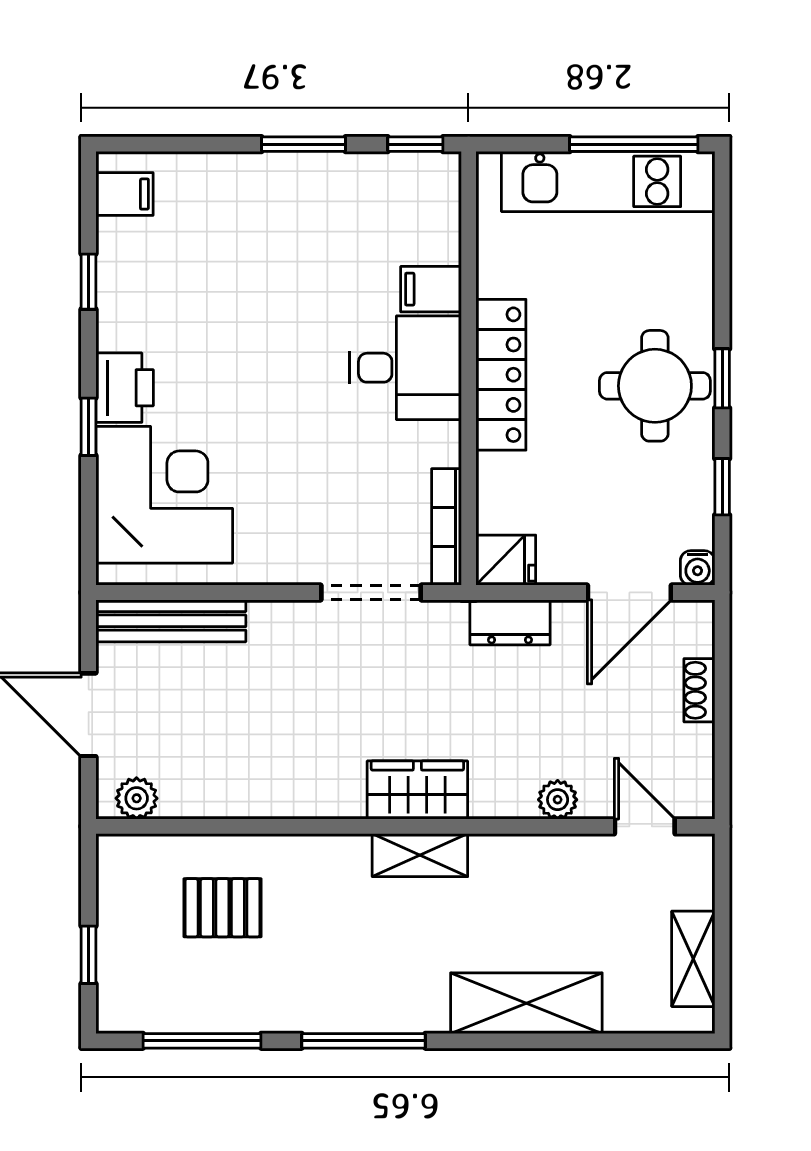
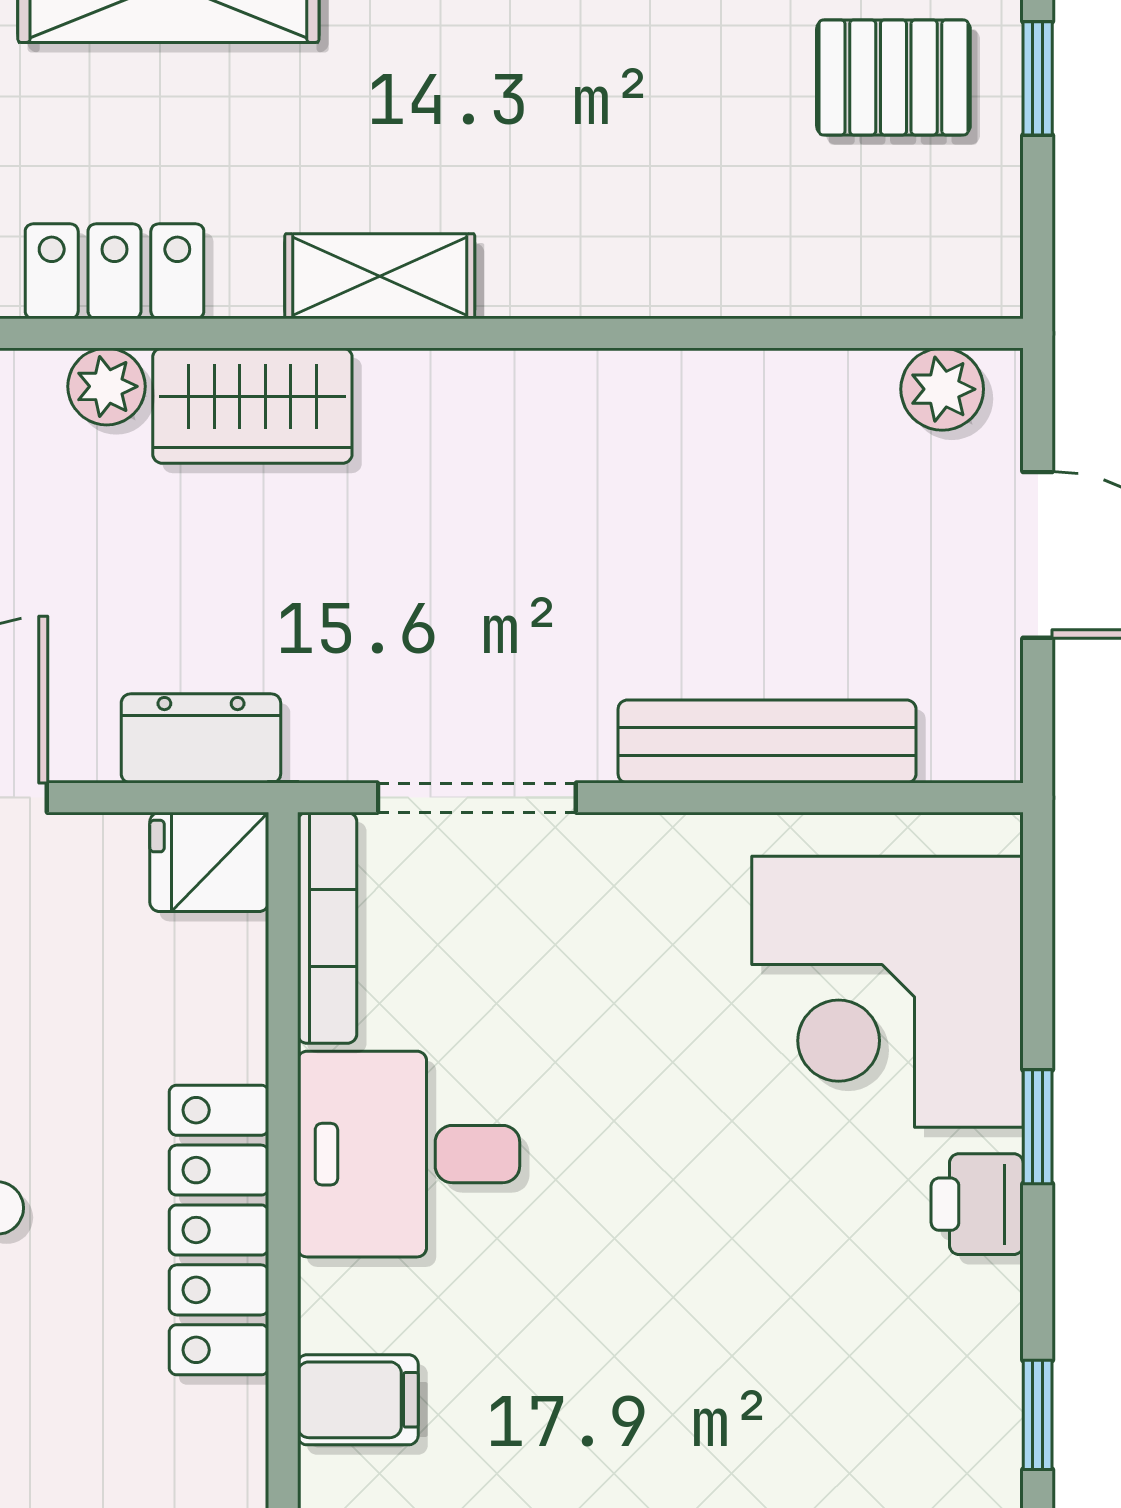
desk: (405, 368) -> (409, 1154), moved
printer: (125, 388) -> (977, 1204), width x0.73, depth x0.81
bench: (171, 621) -> (767, 742), moved
wardrobe: (417, 790) -> (252, 406), moved
locker: (554, 858) -> (114, 271), added
pallet: (222, 908) -> (893, 77), moved

